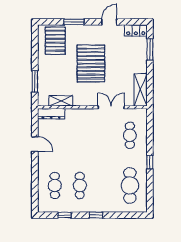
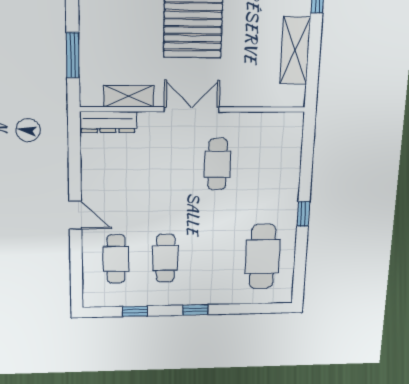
shelving: (141, 90) -> (295, 50), moved
double door: (111, 107) -> (192, 109), moved
cafe table: (130, 135) -> (217, 164), moved
door: (35, 144) -> (75, 215), moved

